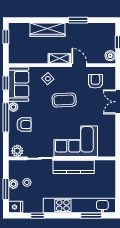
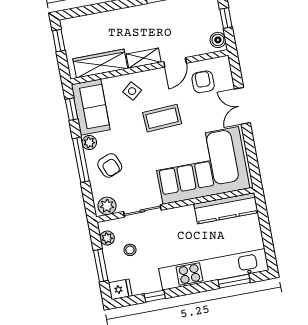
wardrobe: (48, 30) -> (100, 64), moved, turned 180
door: (79, 65) -> (175, 62), swing flipped
armchair: (24, 125) -> (110, 165), turned 68
corner sofa: (76, 141) -> (201, 165), width x1.36, depth x1.36
kitchen counter: (74, 167) -> (226, 208), moved
plant: (13, 184) -> (107, 238), moved

